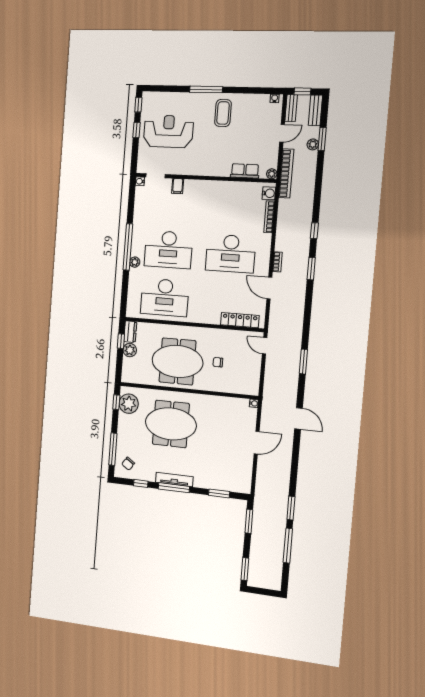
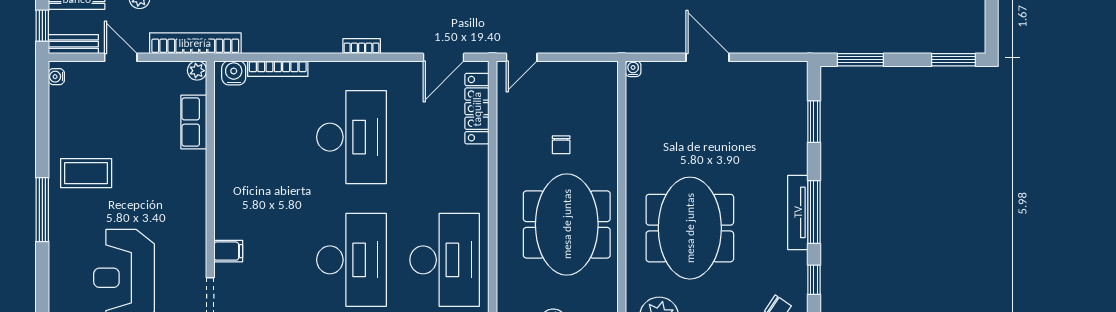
door: (269, 288) -> (444, 57), moved

